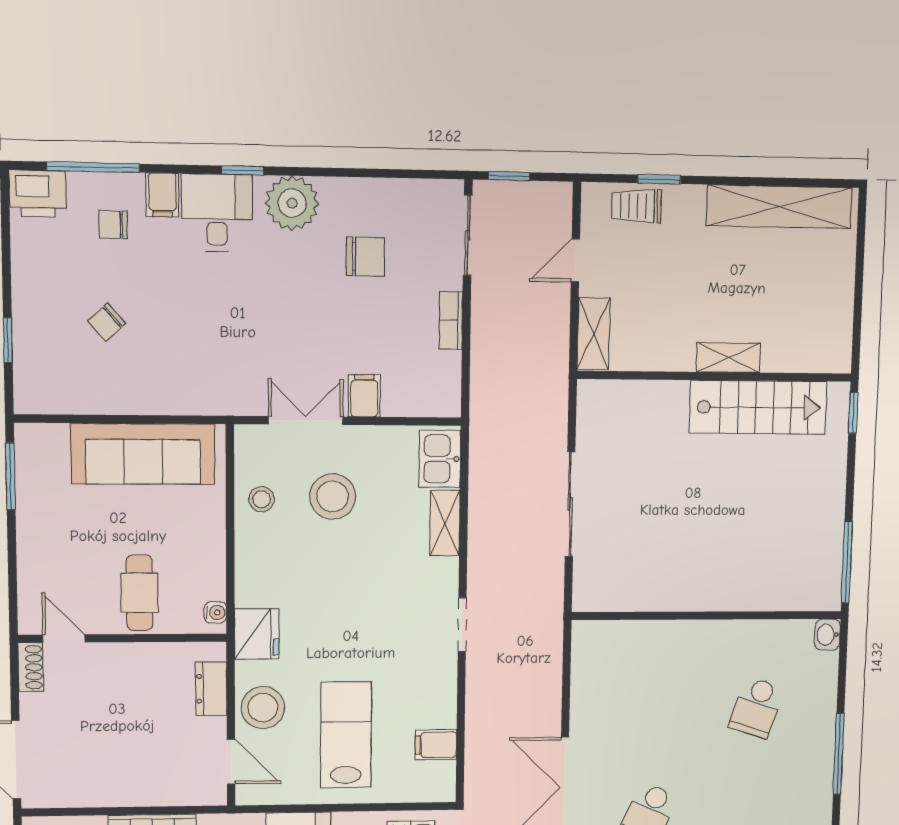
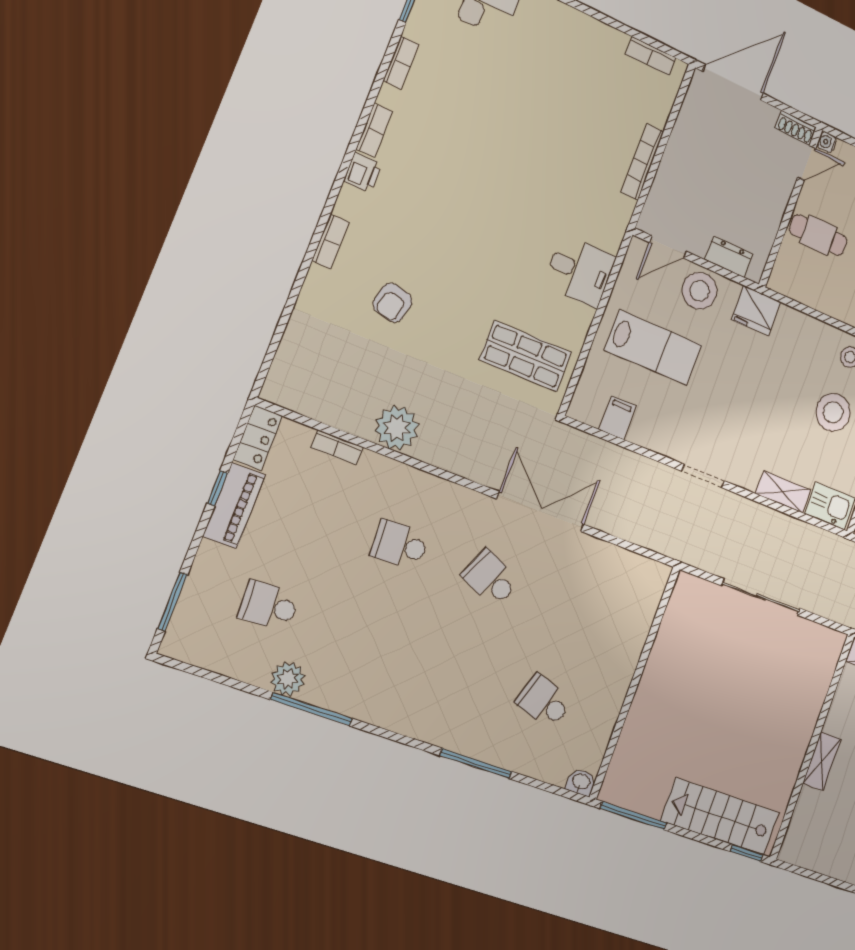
stairs: (758, 407) -> (720, 817), moved, turned 90
water cooler: (215, 612) -> (827, 142), moved, turned 90

